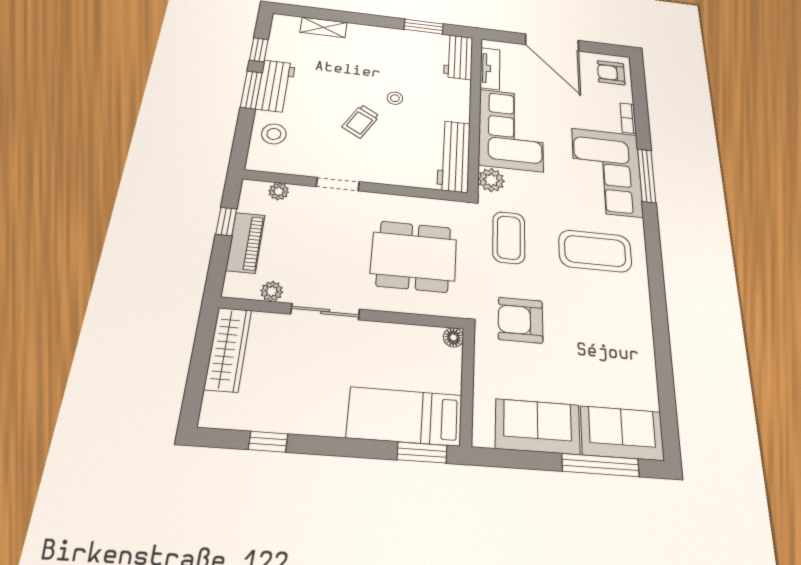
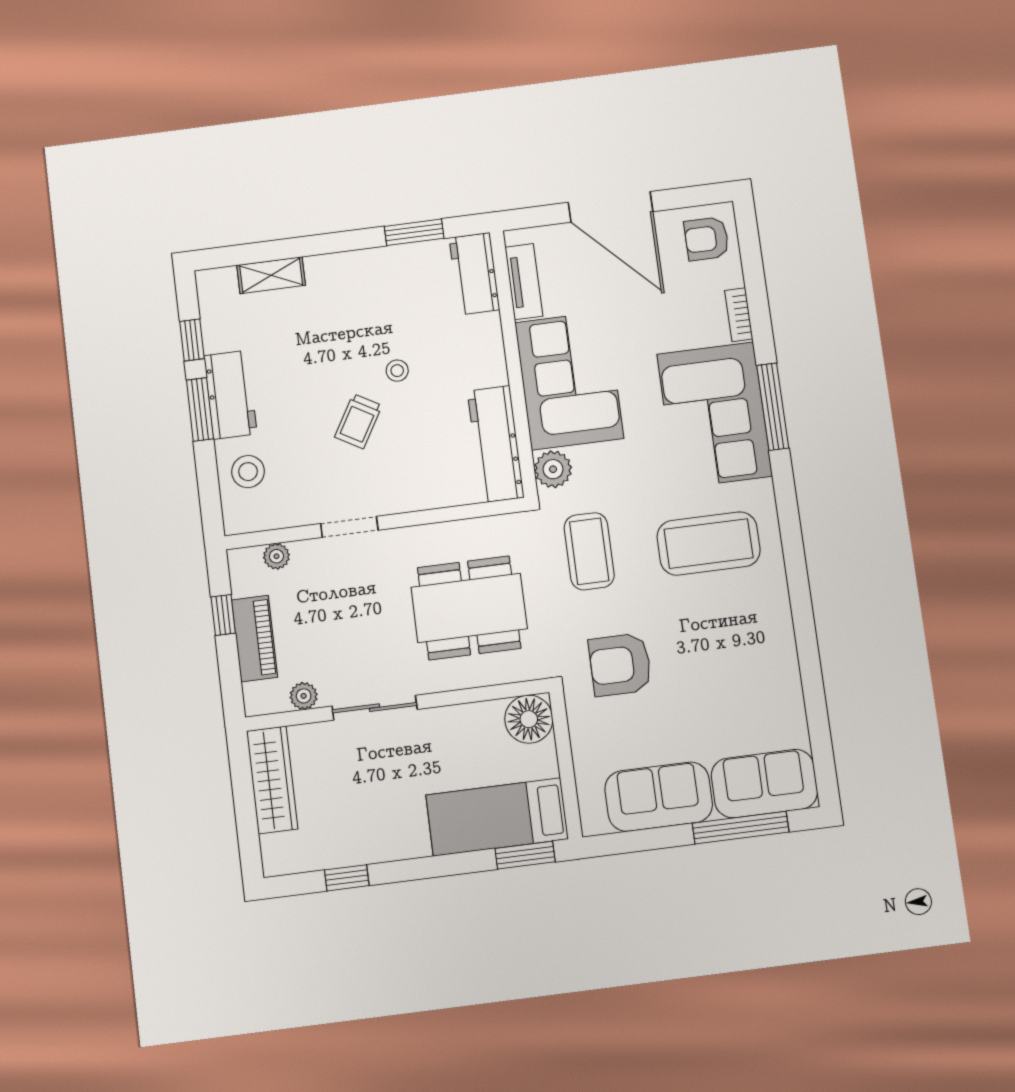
floor lamp: (453, 337) -> (529, 719), width x1.89, depth x1.89

